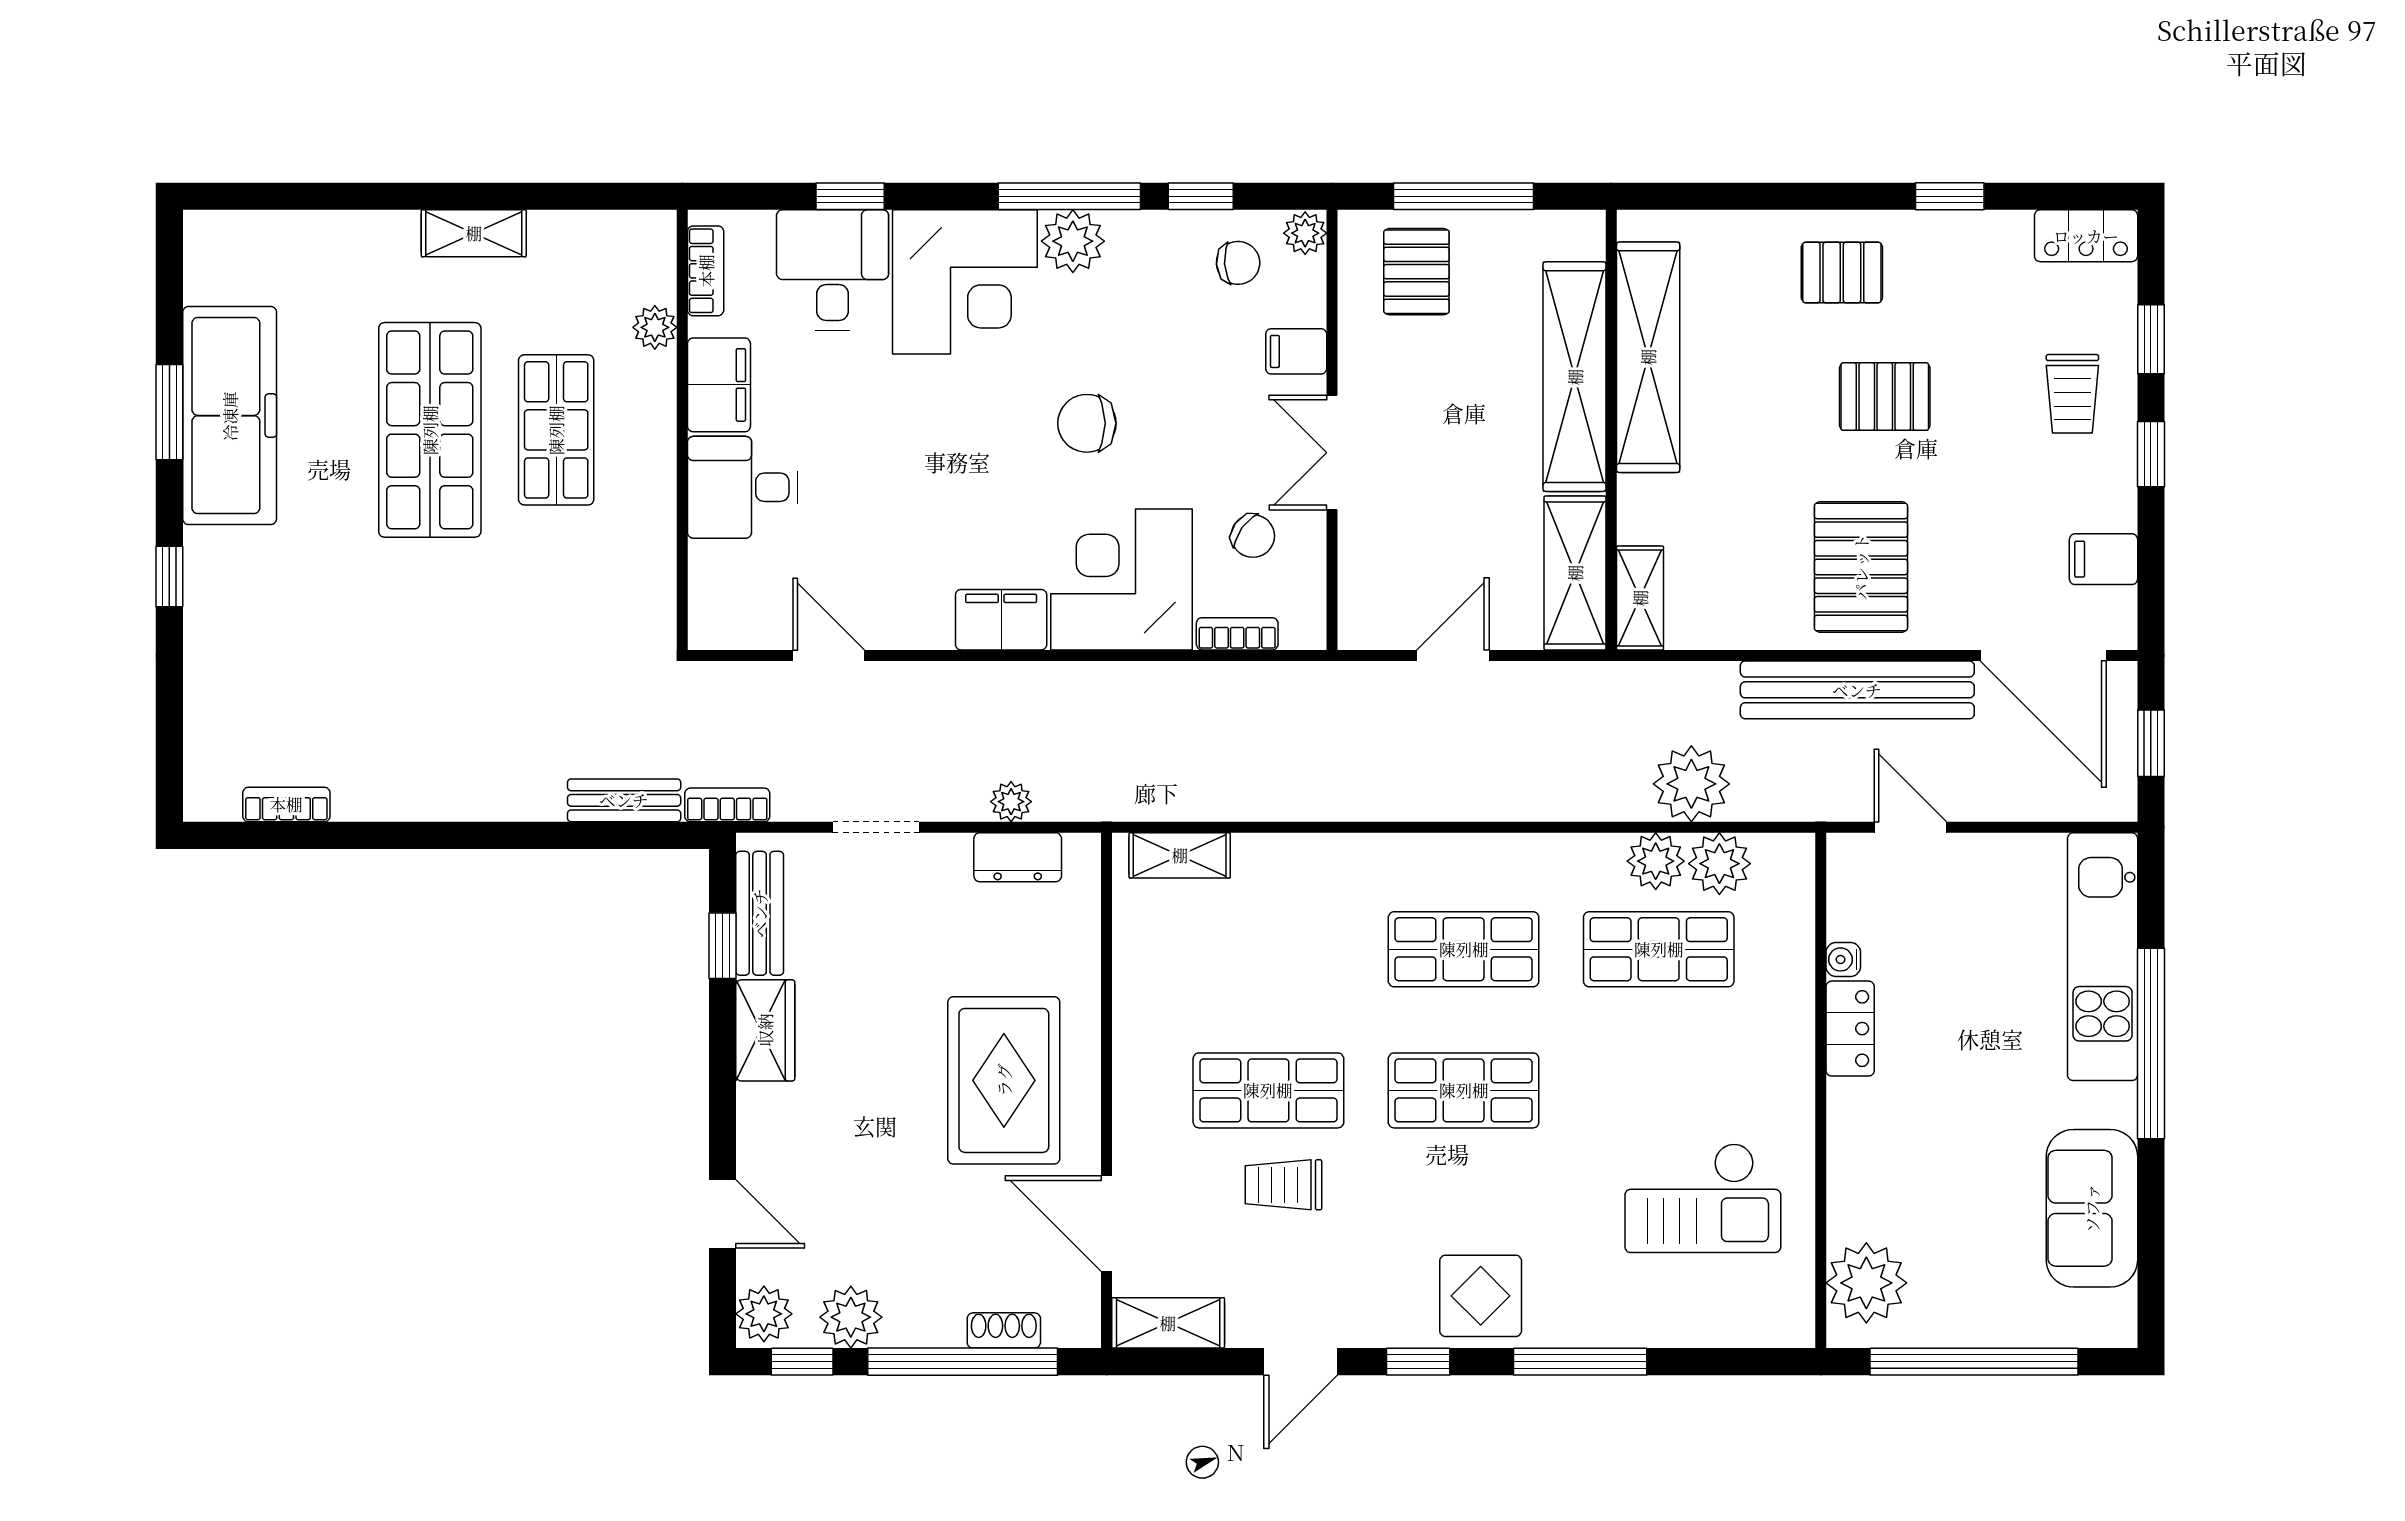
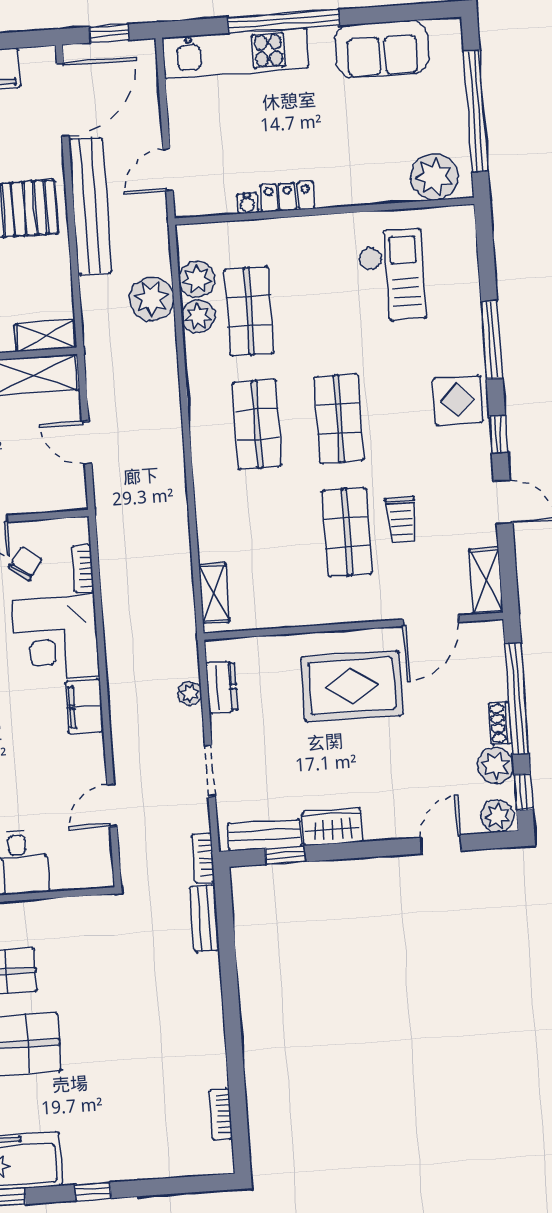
shoe rack: (1004, 1330) -> (500, 723), moved

